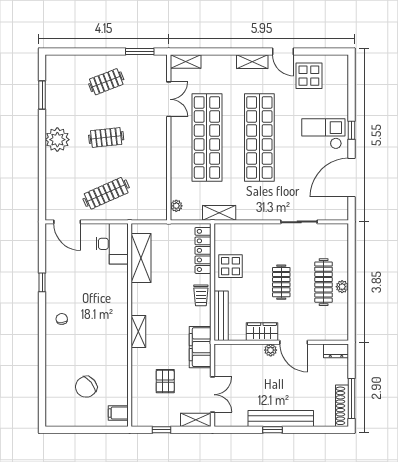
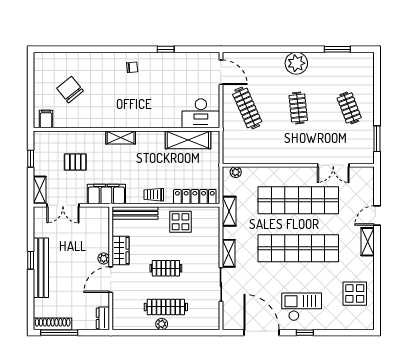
door: (283, 51) -> (377, 216), moved
shelving: (186, 62) -> (229, 253), moved
checkout: (323, 134) -> (302, 307), turned -90
door: (67, 222) -> (221, 72), swing flipped

